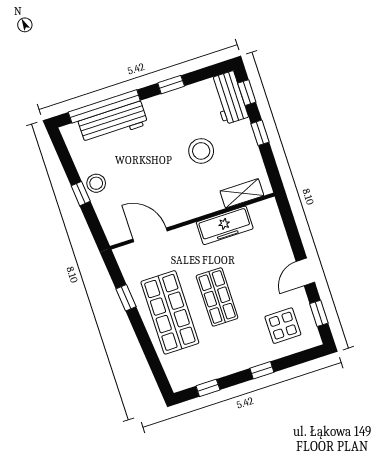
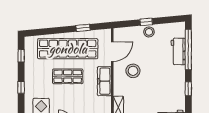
workbench: (113, 123) -> (178, 51), width x0.73
stool: (201, 151) -> (133, 71), moved
freezer: (225, 225) -> (104, 81), moved
shop shelf: (170, 312) -> (68, 49), width x1.40

